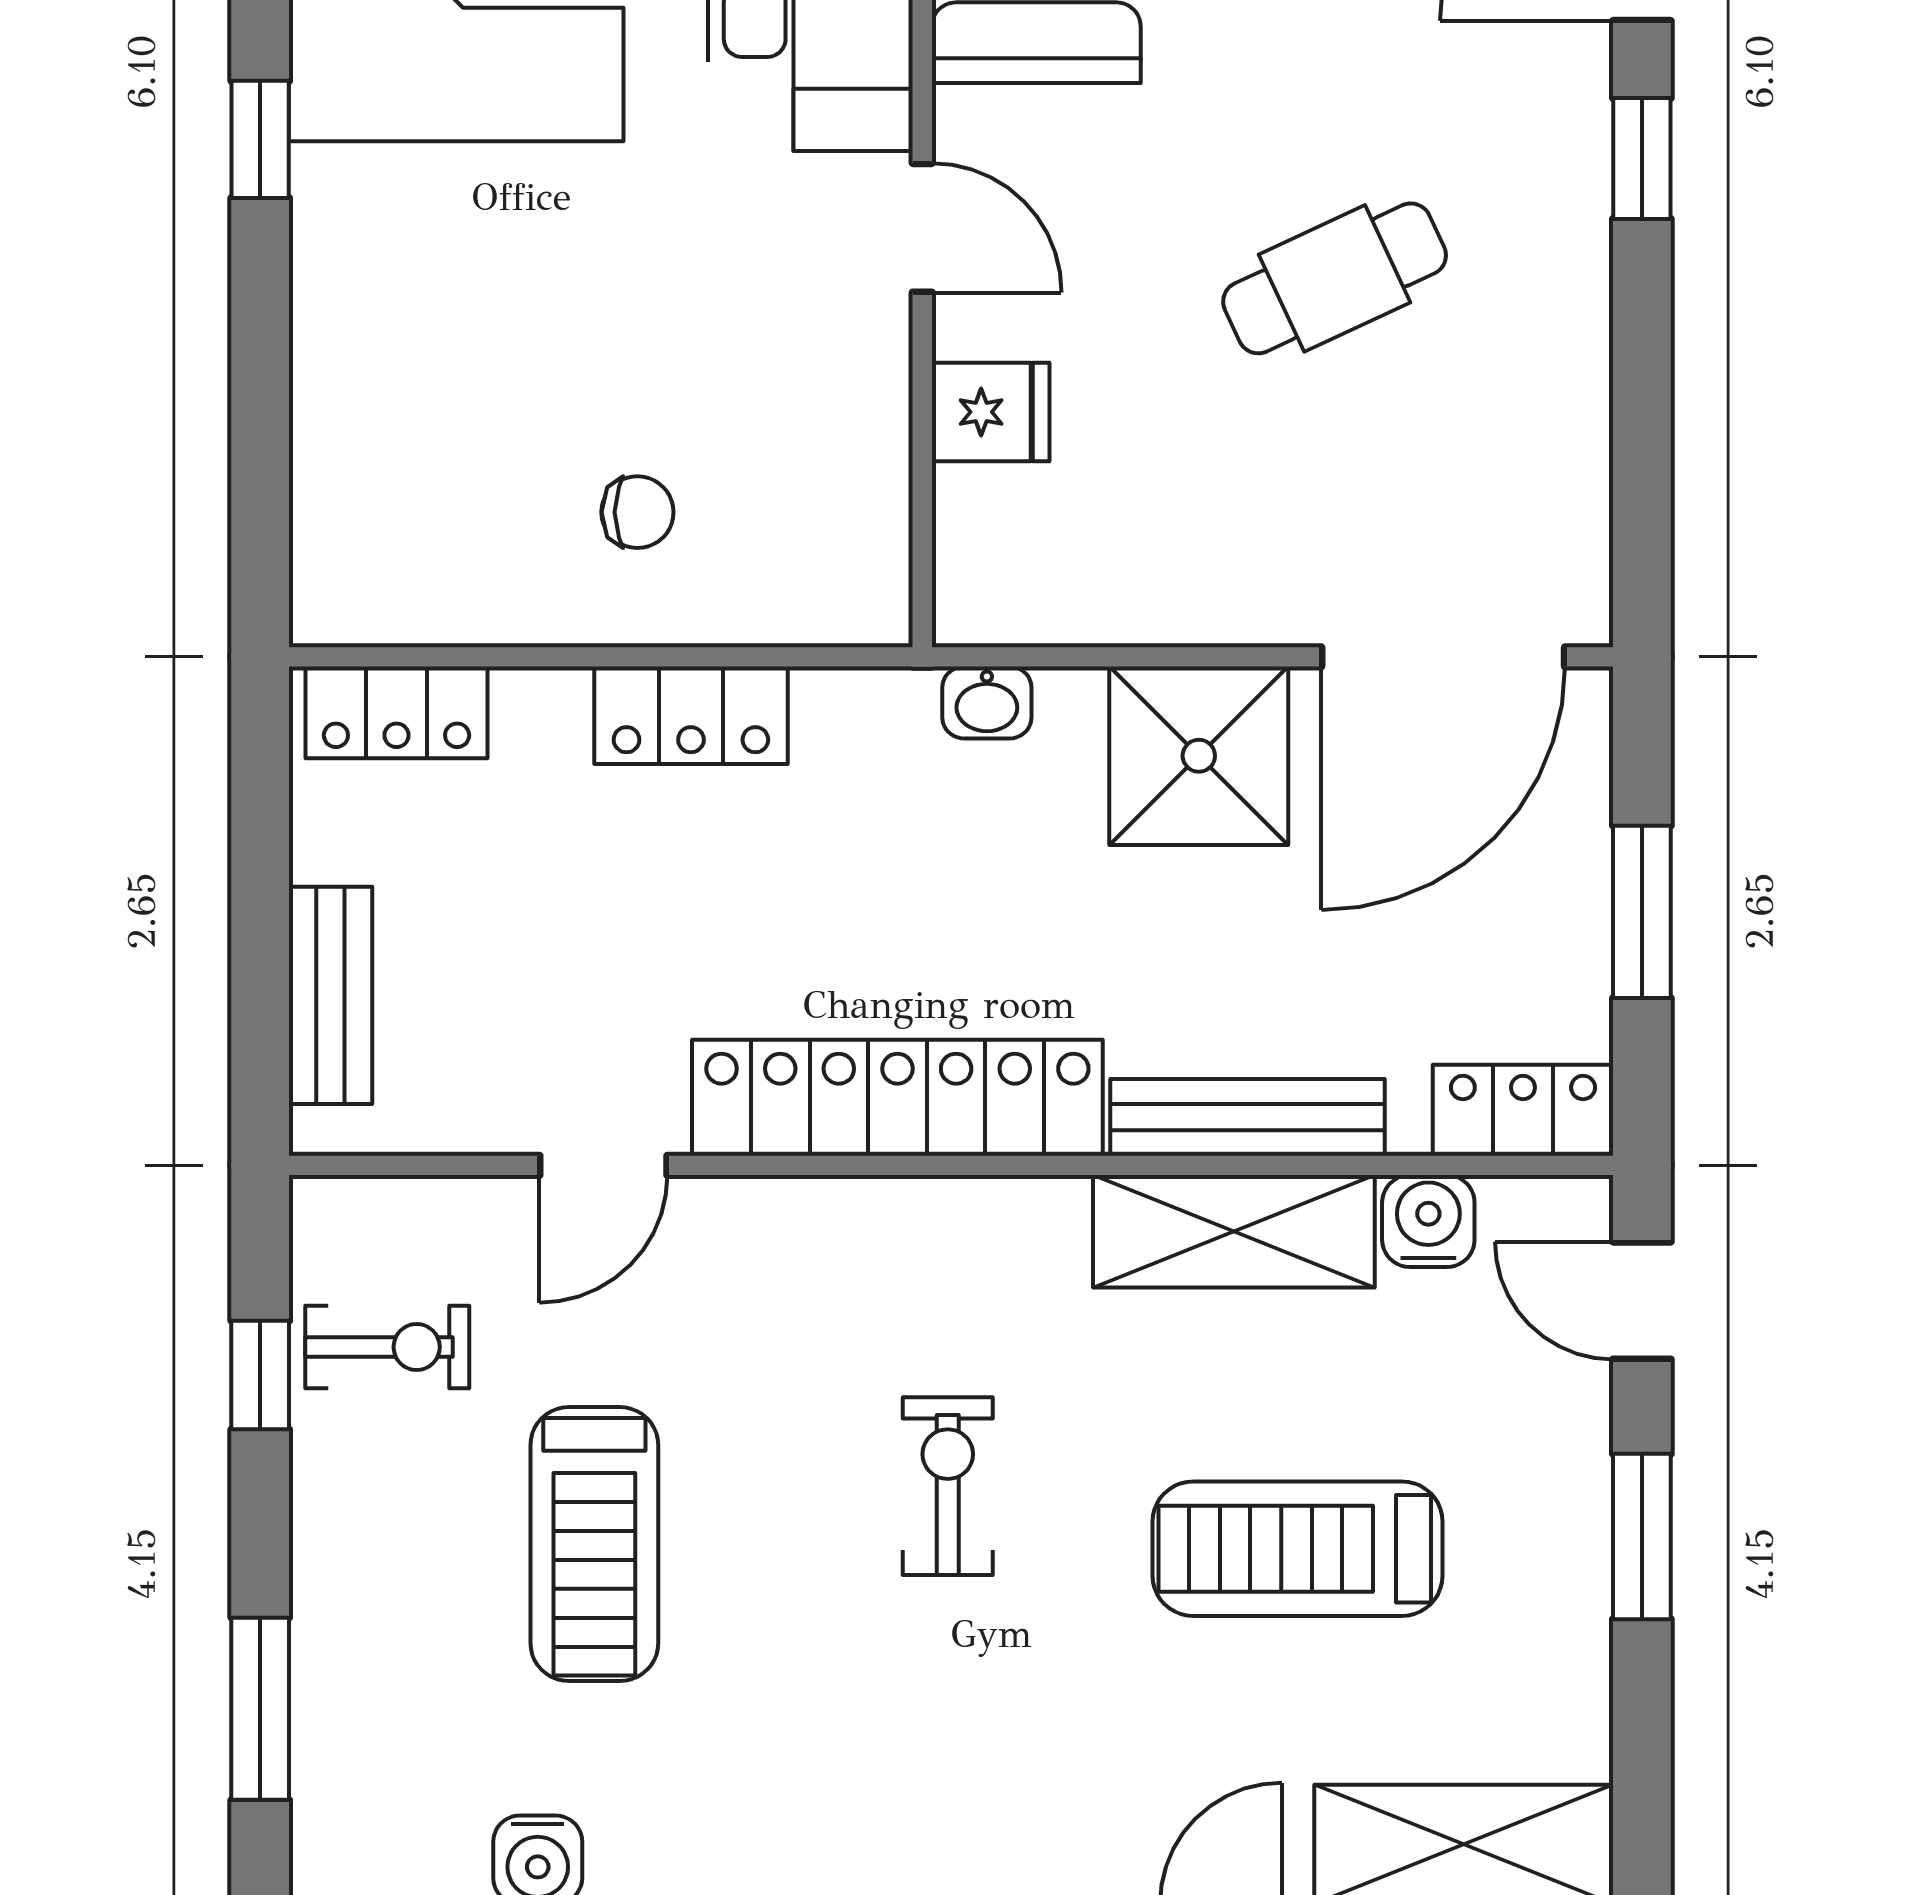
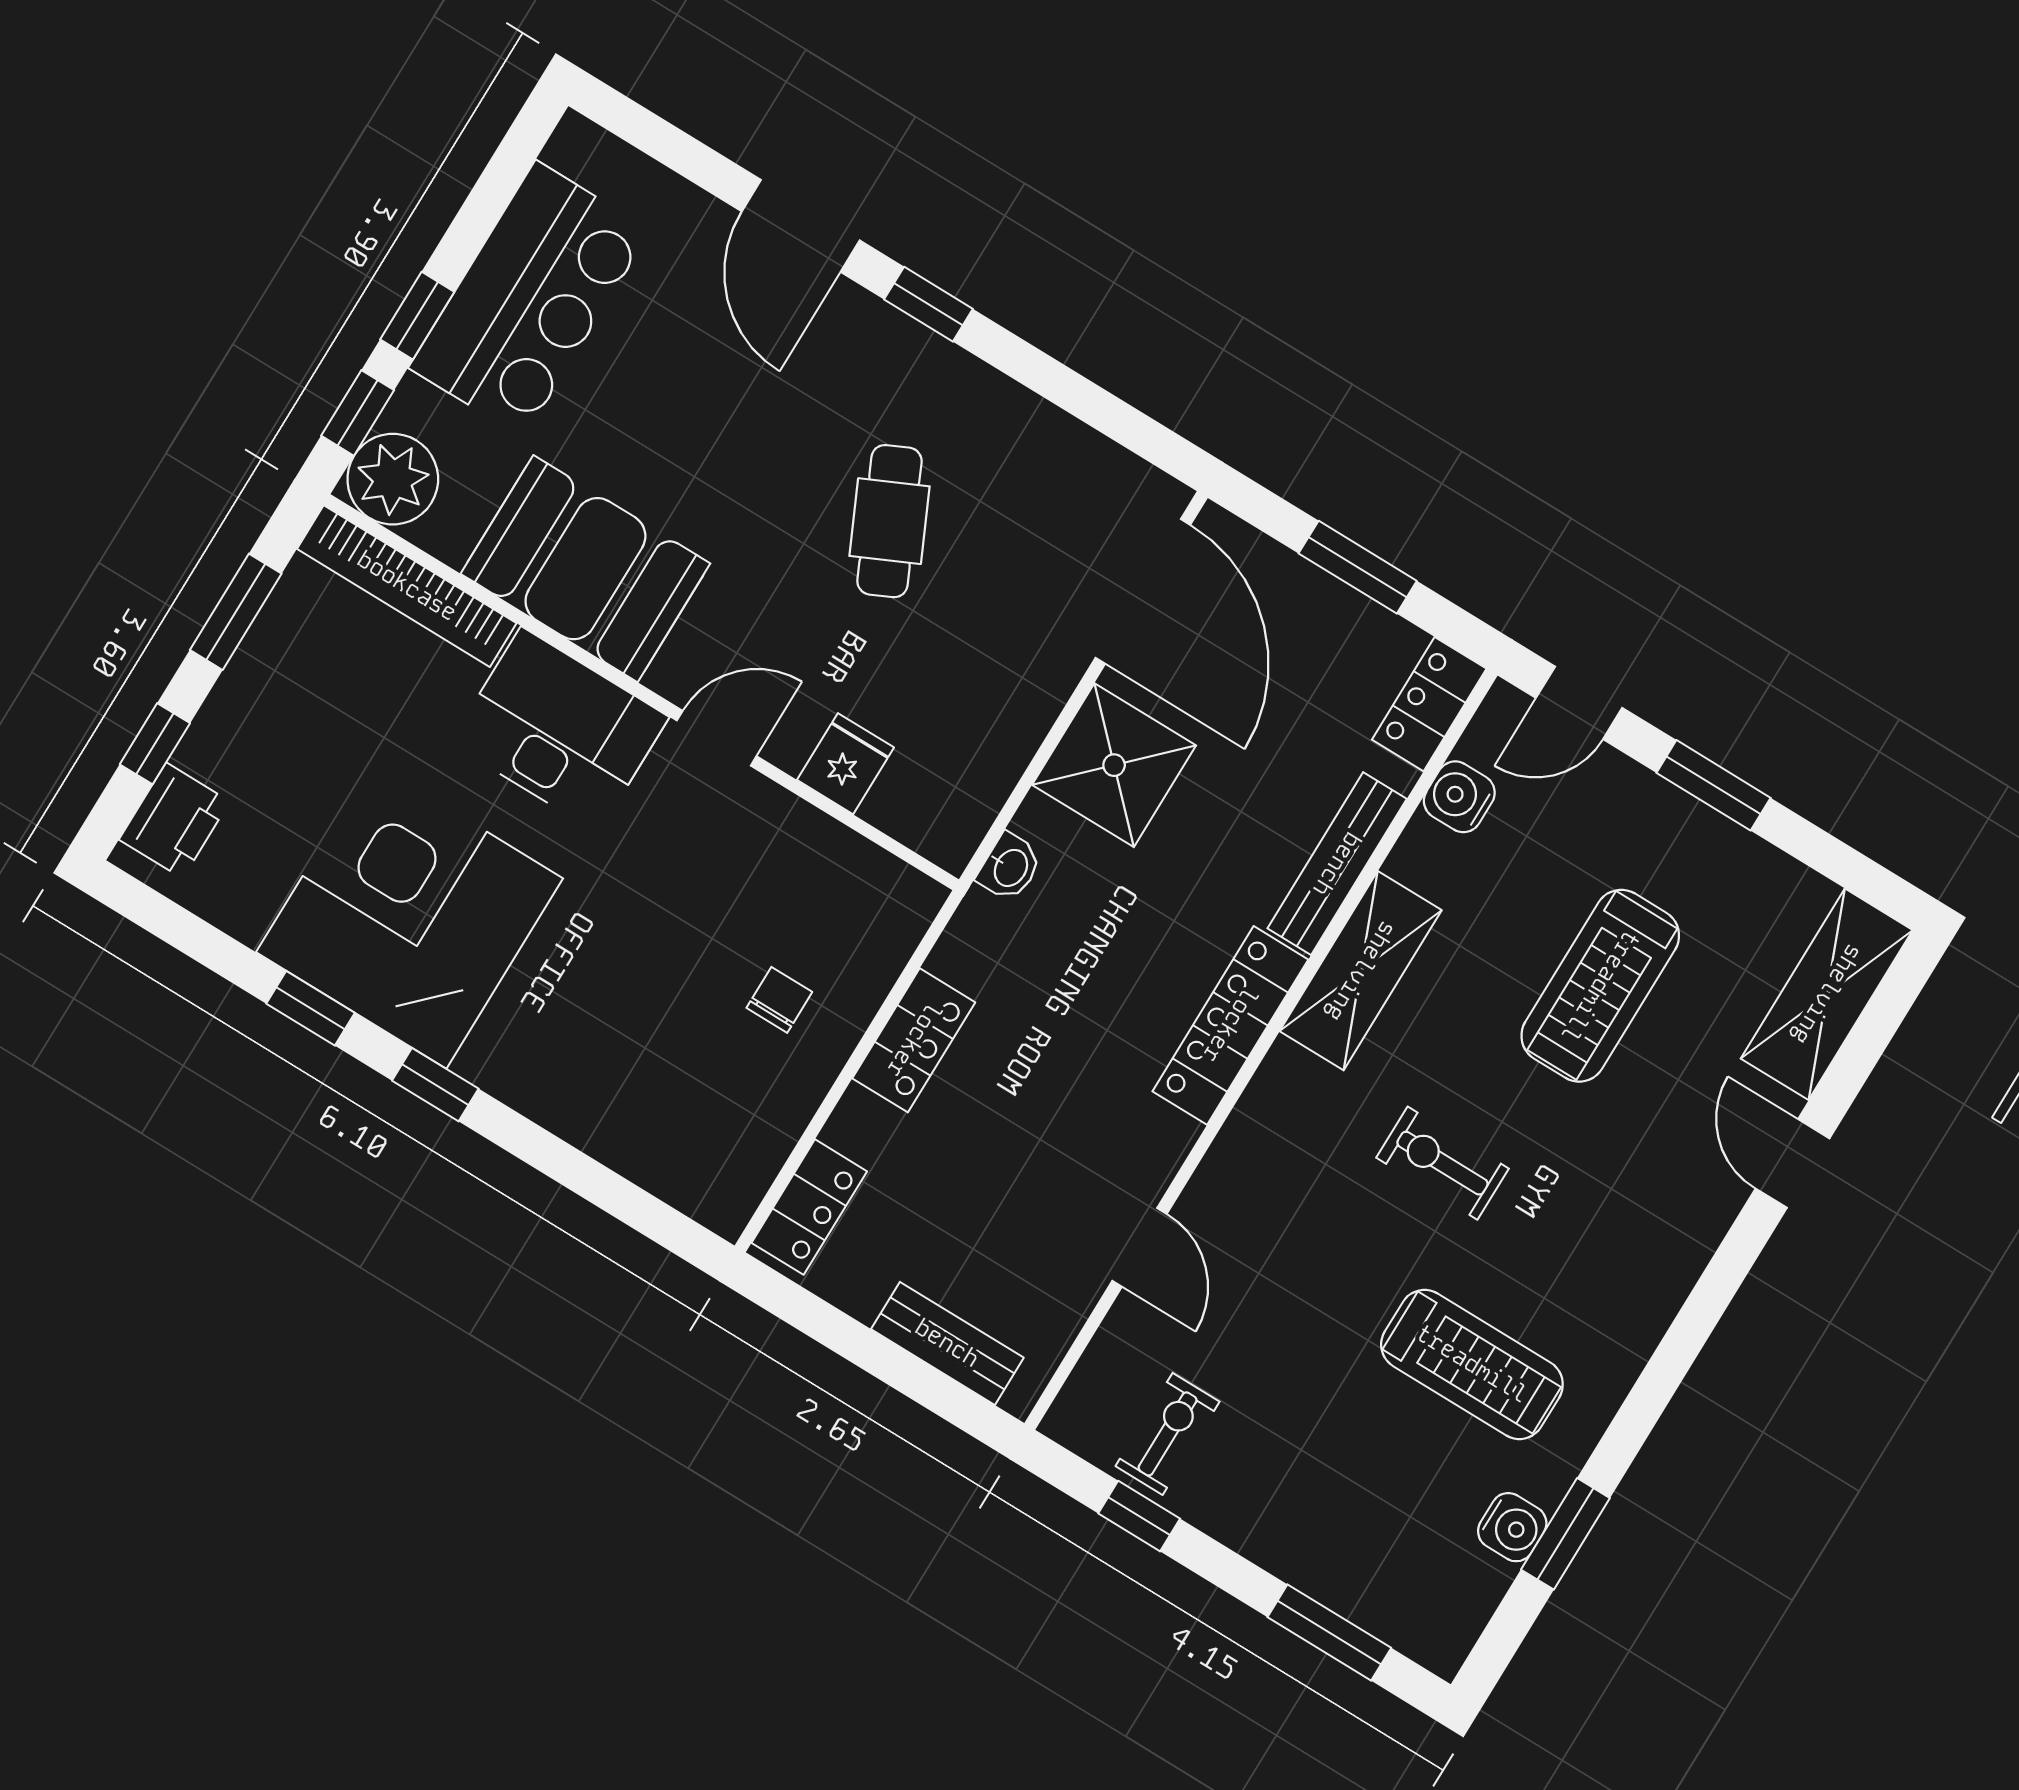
locker: (897, 1098) -> (1230, 1025), width x0.71, depth x0.83
shelving: (1234, 1231) -> (1361, 971), moved
treadmill: (594, 1544) -> (1472, 1364), moved

